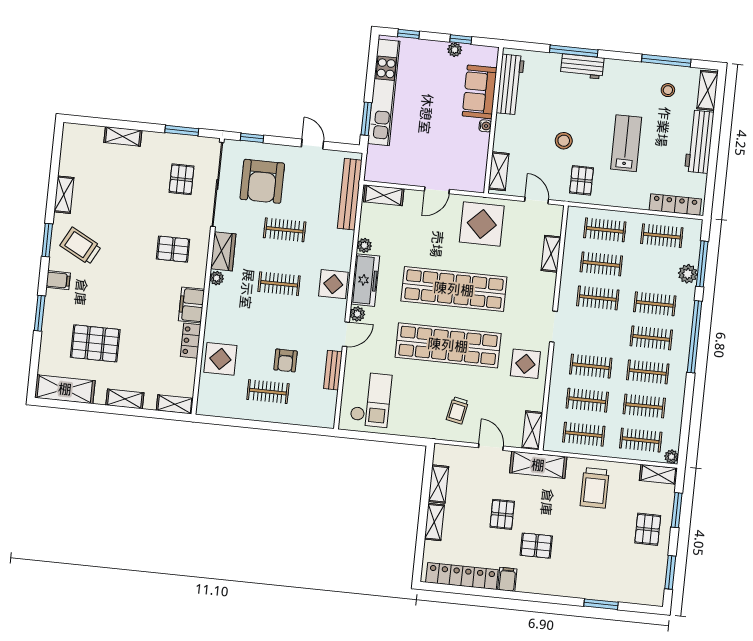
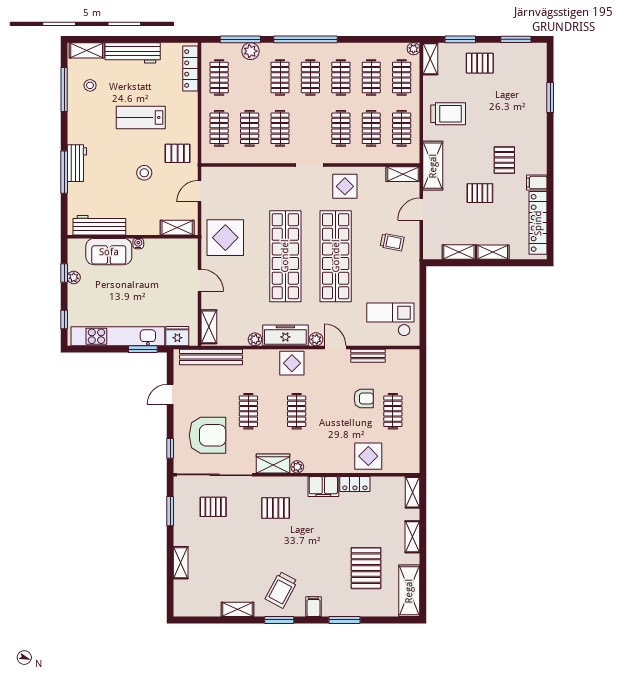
fridge: (377, 159) -> (177, 336), added
pallet: (173, 249) -> (276, 508), turned 90
shelving: (551, 254) -> (245, 174), removed

